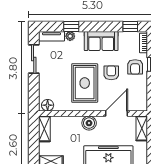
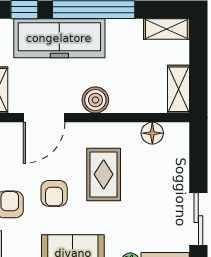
rug: (85, 83) -> (104, 174), width x0.73, depth x0.70
floor lamp: (48, 105) -> (152, 133), moved

